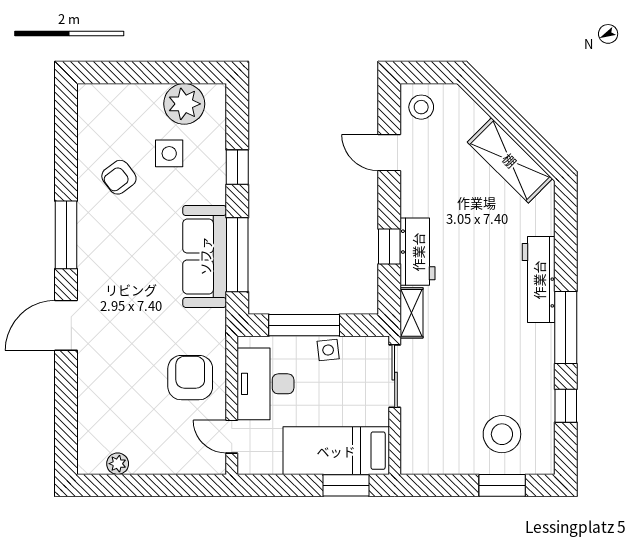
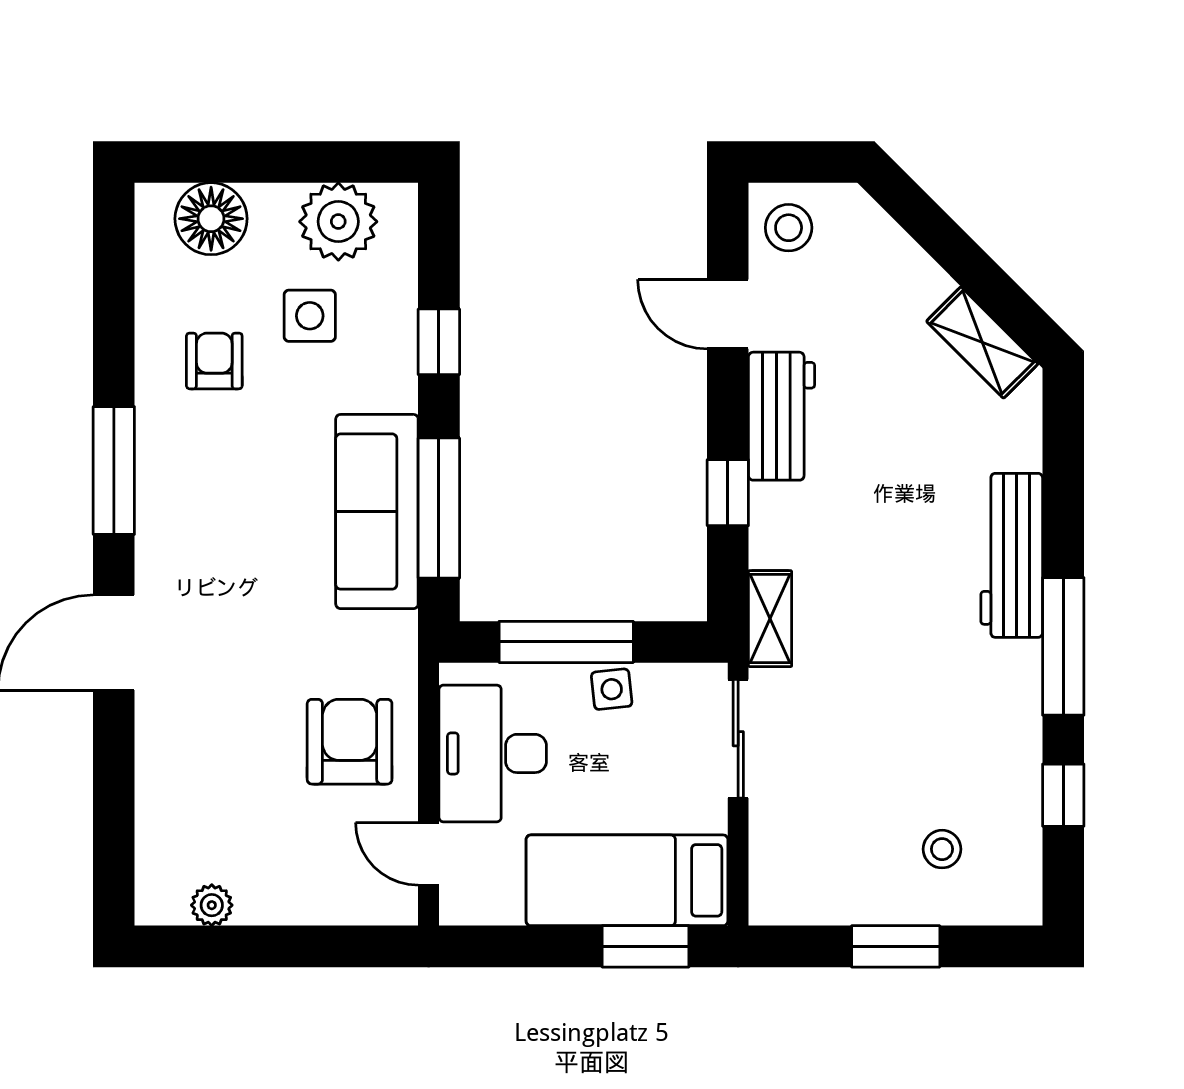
floor lamp: (117, 102) -> (211, 219), added
shelving: (510, 160) -> (982, 342), width x0.67, depth x0.75
armchair: (119, 177) -> (214, 361), turned 127
workbench: (418, 252) -> (782, 416), moved
stool: (502, 434) -> (942, 849), width x0.53, depth x0.53
window: (502, 485) -> (896, 946), moved

